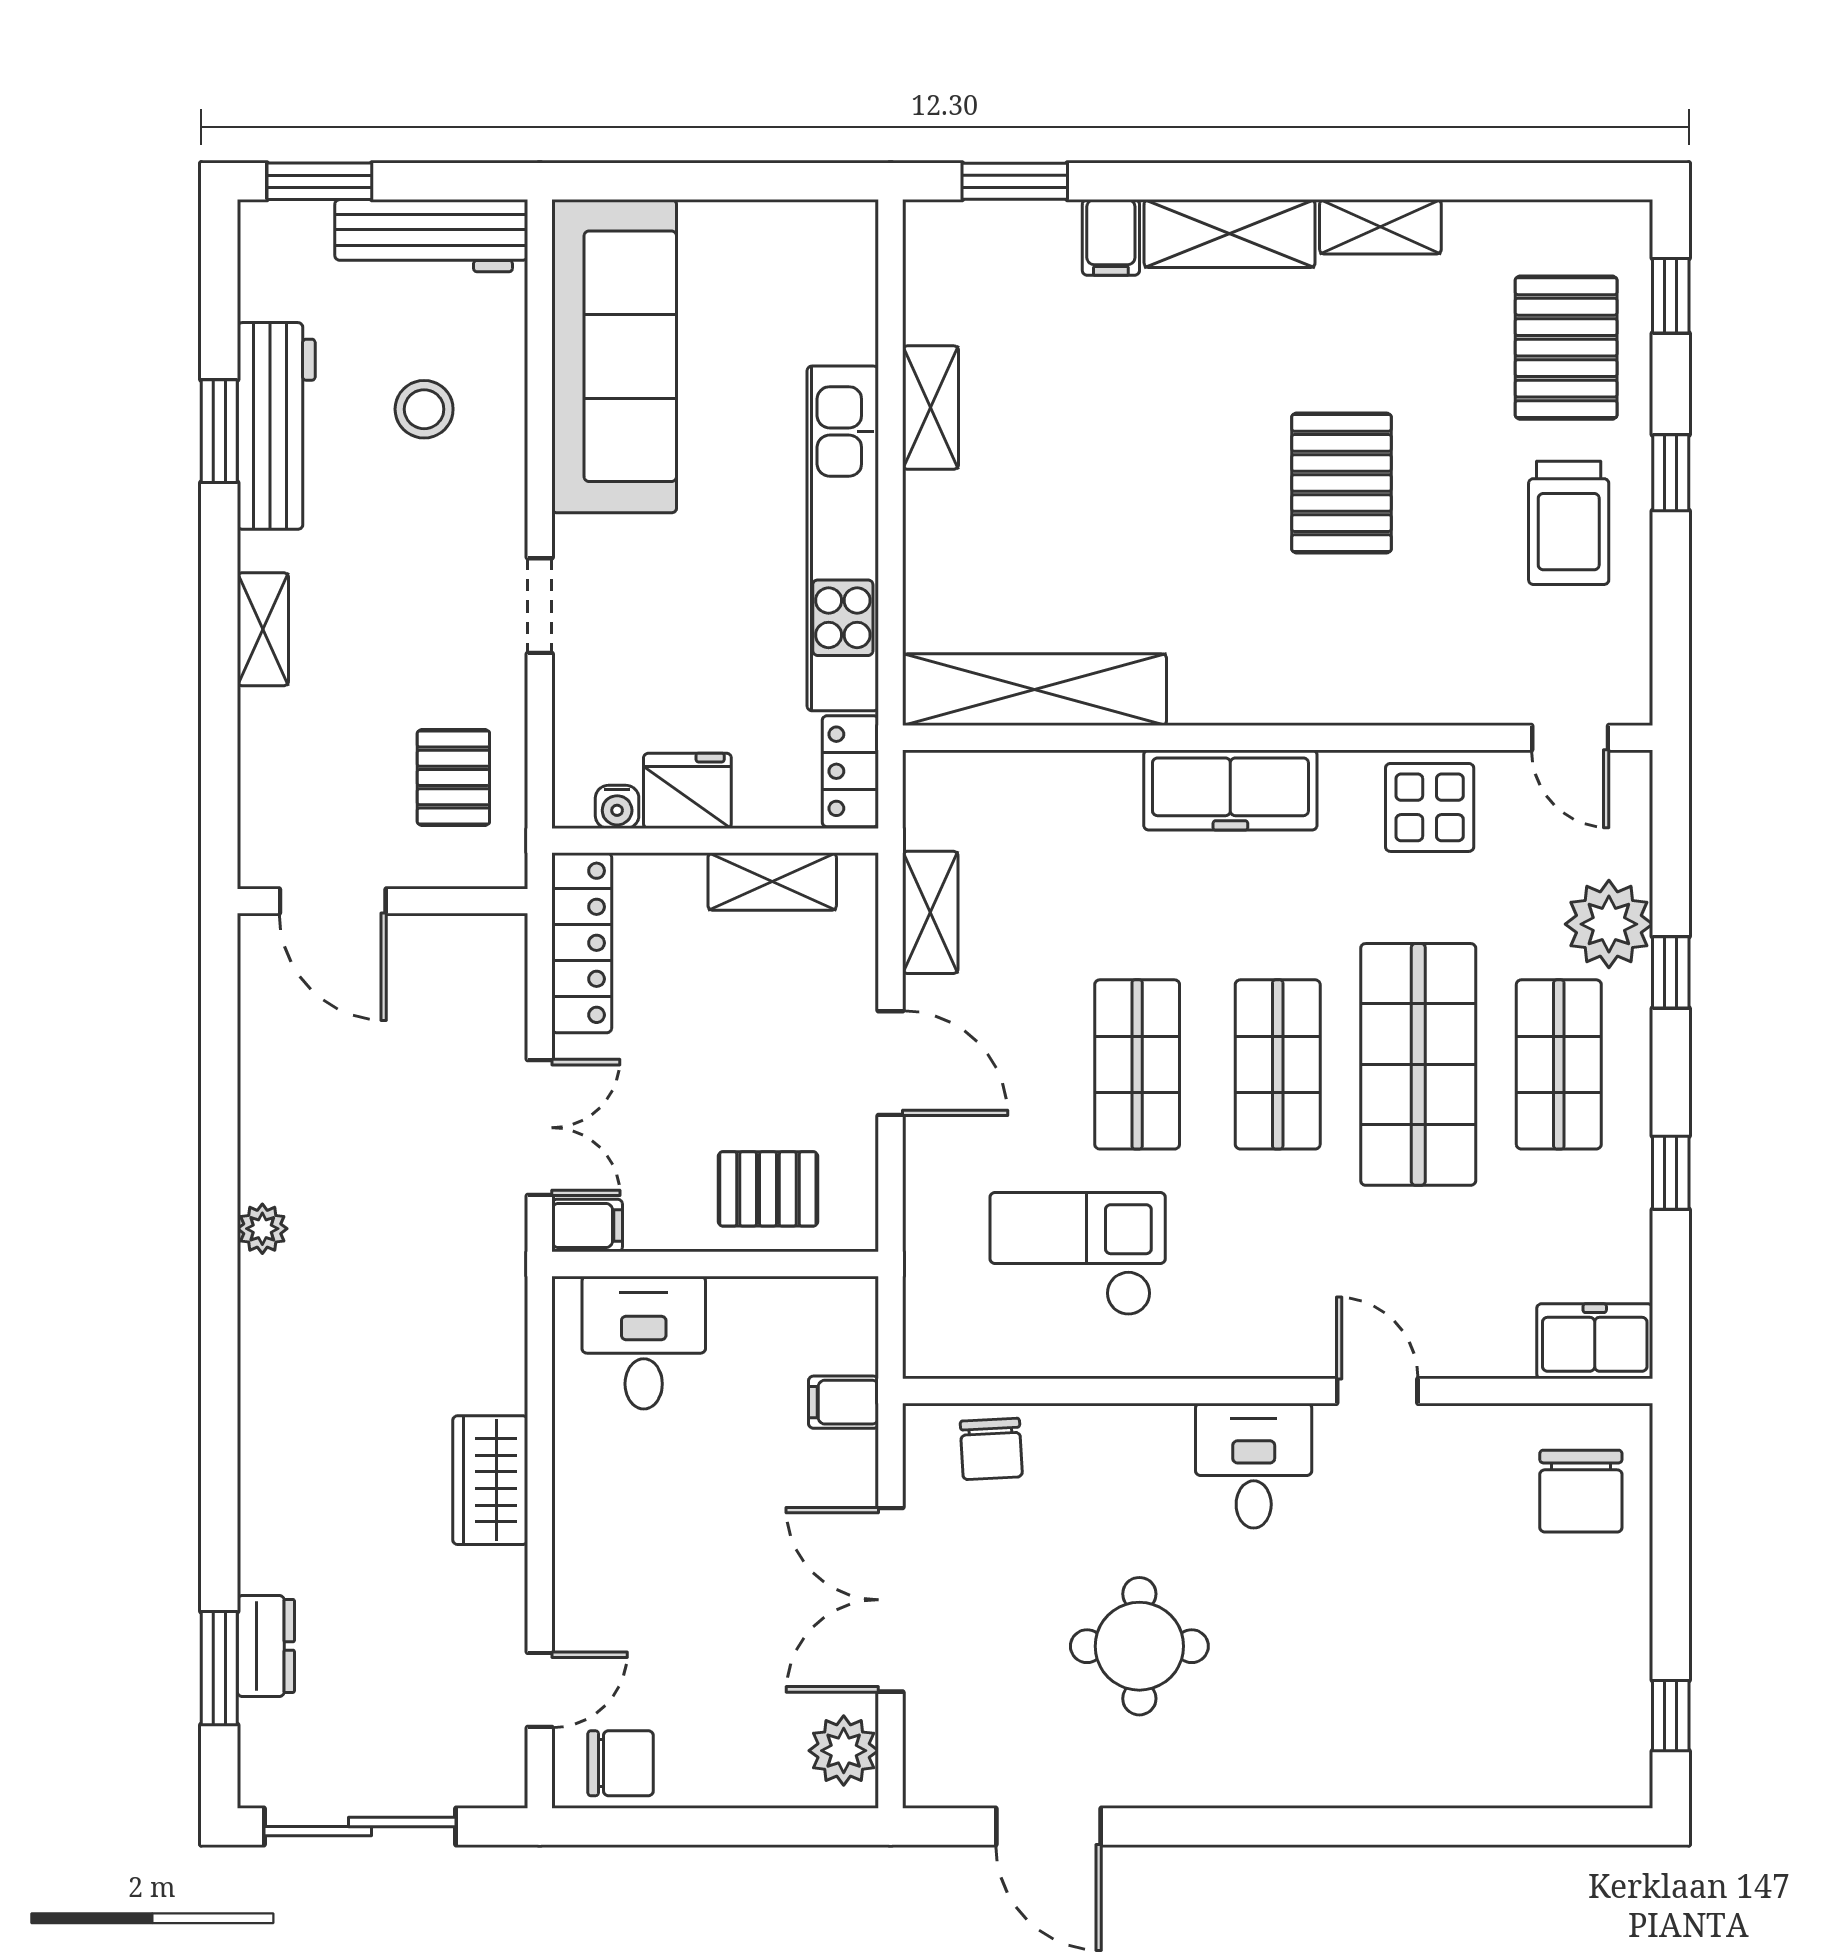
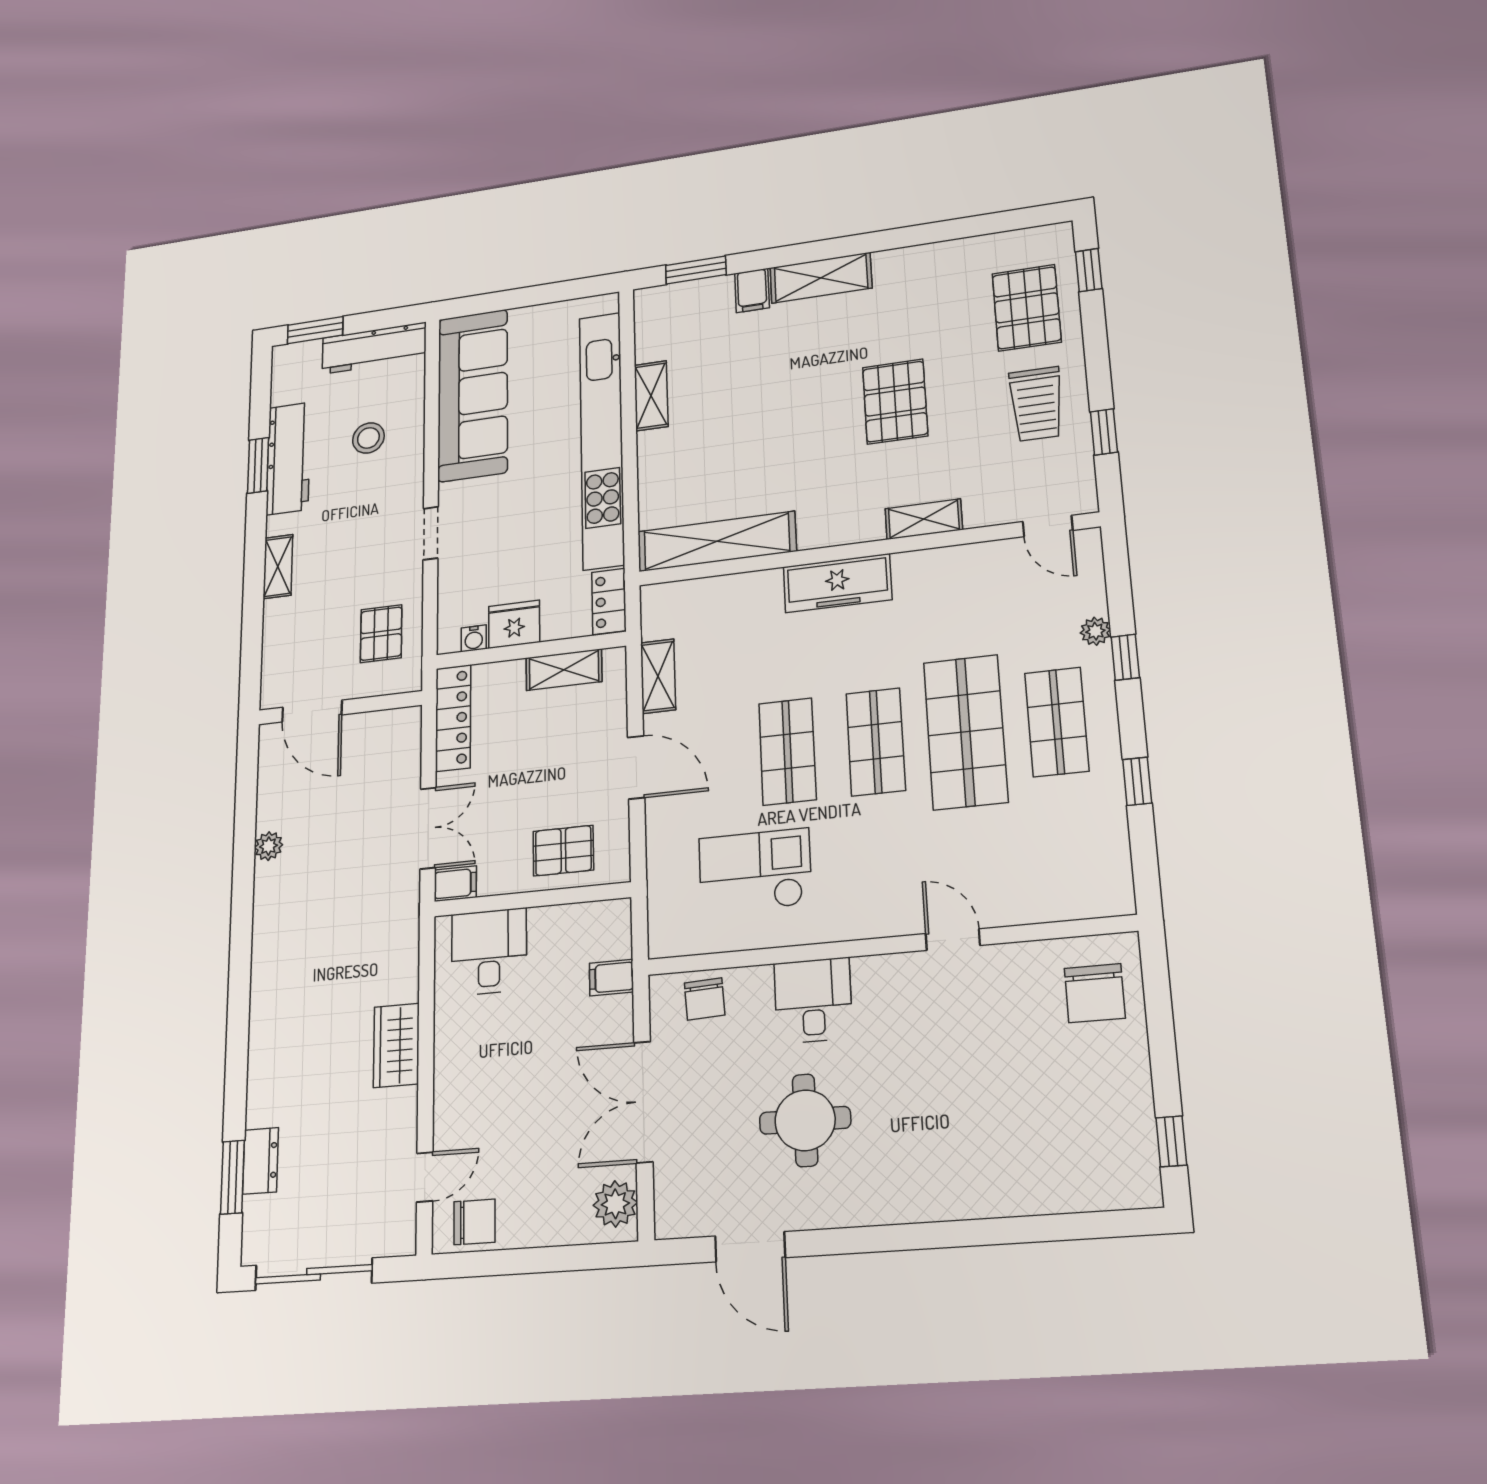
shelving: (1380, 227) -> (924, 519), moved
window: (1671, 473) -> (1104, 432), moved
kitchen unit: (843, 538) -> (602, 439), width x1.36
display table: (1430, 807) -> (962, 578), removed
plant: (1609, 924) -> (1095, 631), width x0.53, depth x0.53
plant: (262, 1229) -> (269, 846), moved
freezer: (1595, 1341) -> (1096, 894), removed
desk: (1254, 1466) -> (813, 1000), moved

